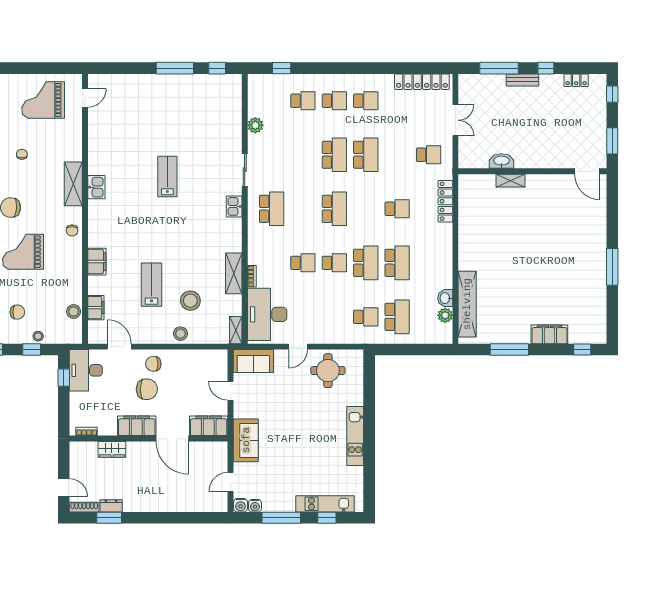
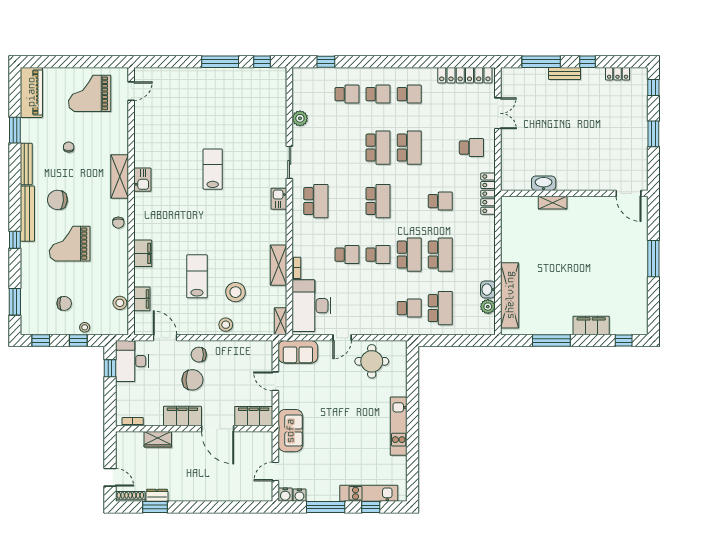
washbasin: (501, 161) -> (544, 183), moved
wall: (532, 171) -> (574, 193), moved
door: (587, 171) -> (629, 193), moved
shelving: (511, 181) -> (553, 203), moved

